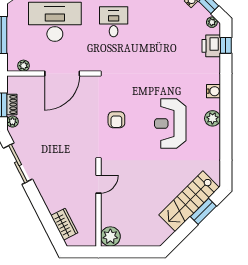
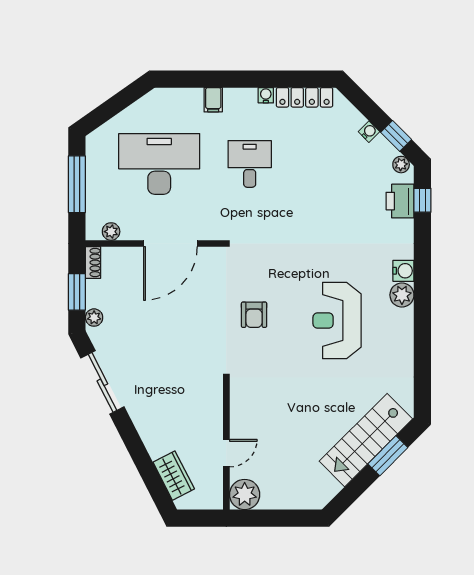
shoe rack: (12, 105) -> (93, 262), moved
plant: (212, 118) -> (402, 295), moved
door: (98, 184) -> (226, 453), moved

